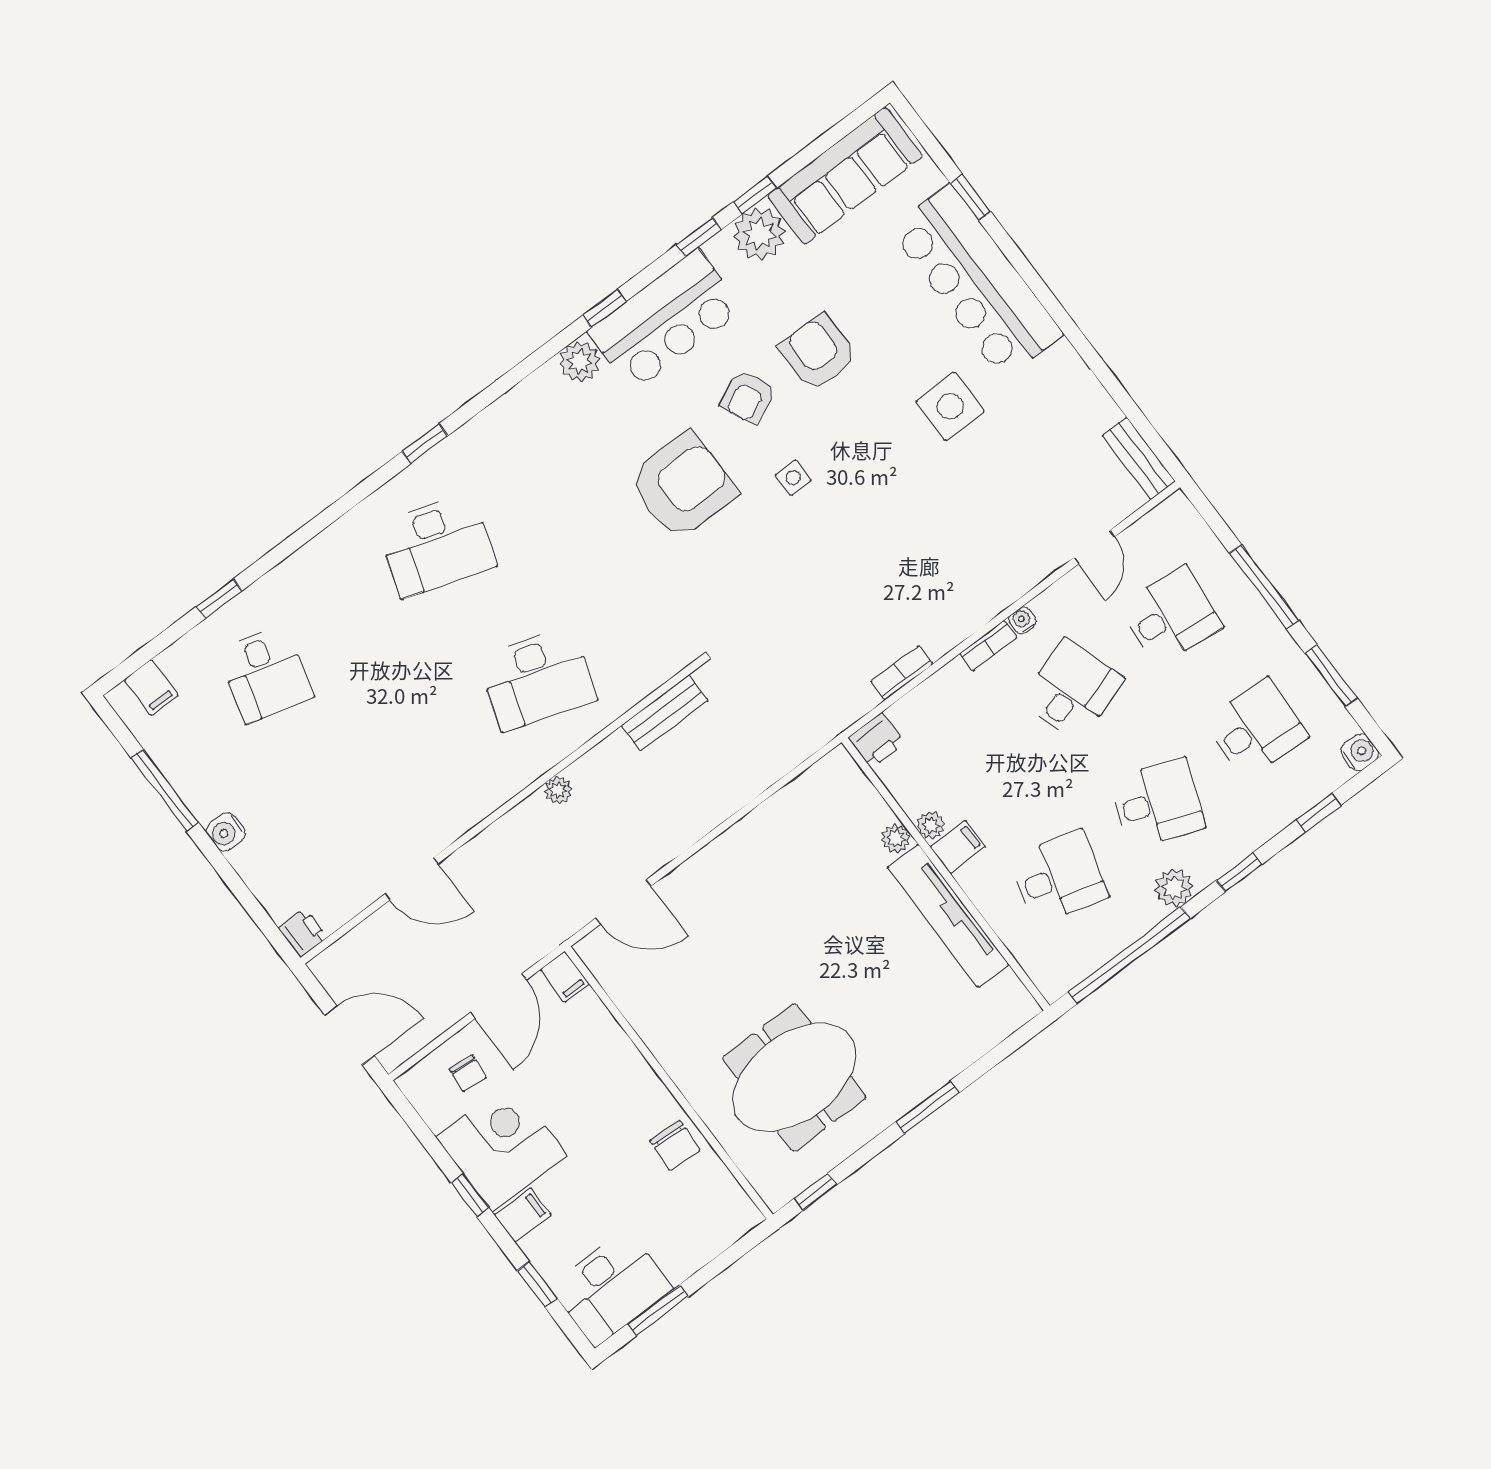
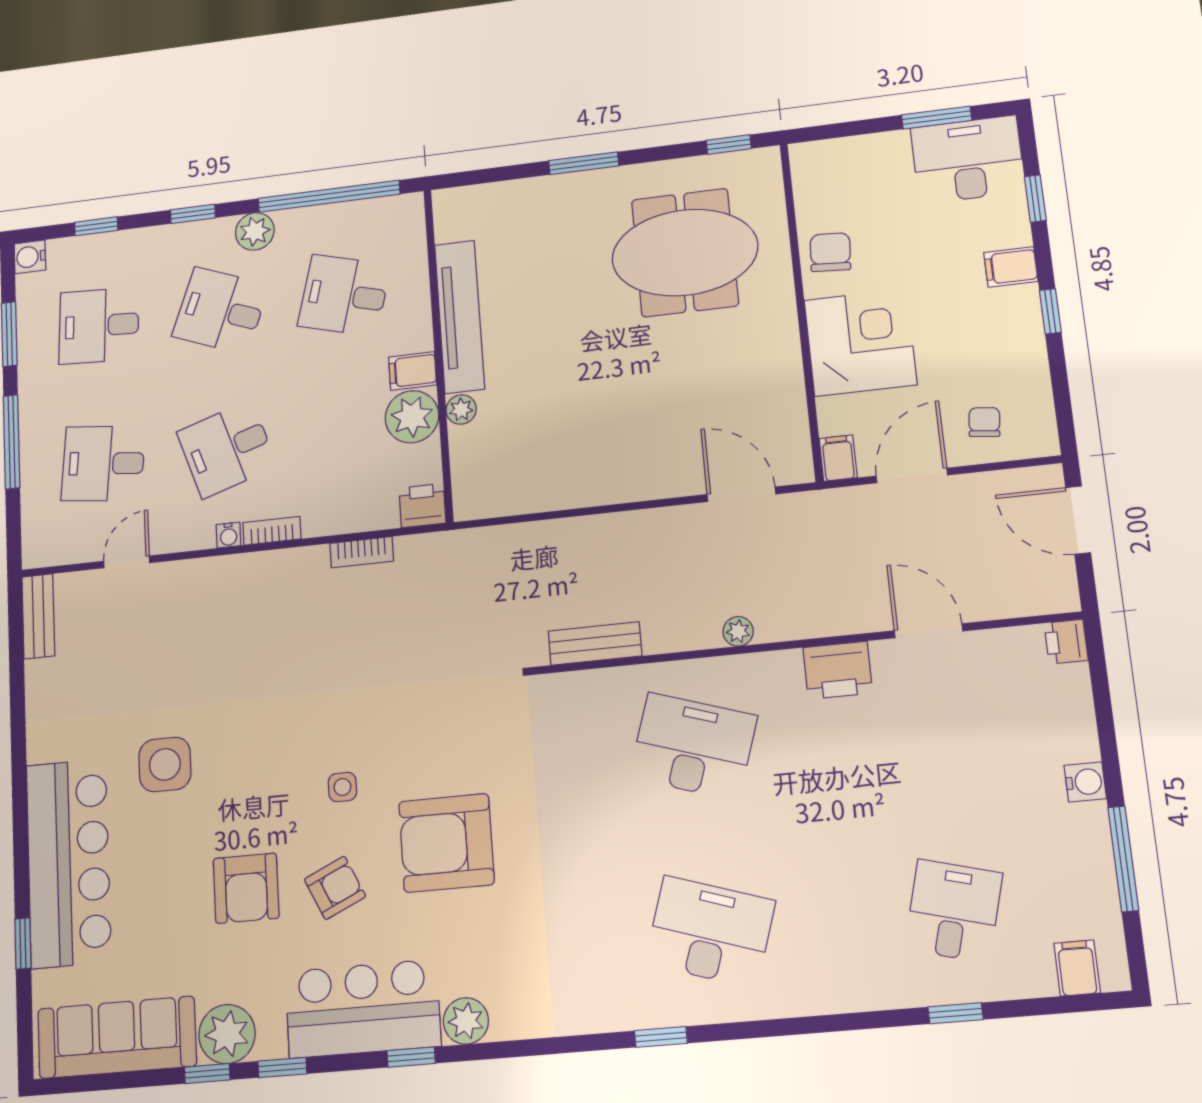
printer: (462, 806) -> (838, 670), added
plant: (931, 825) -> (412, 417), width x1.88, depth x1.88
corner desk: (502, 1146) -> (860, 342), moved, turned 180

